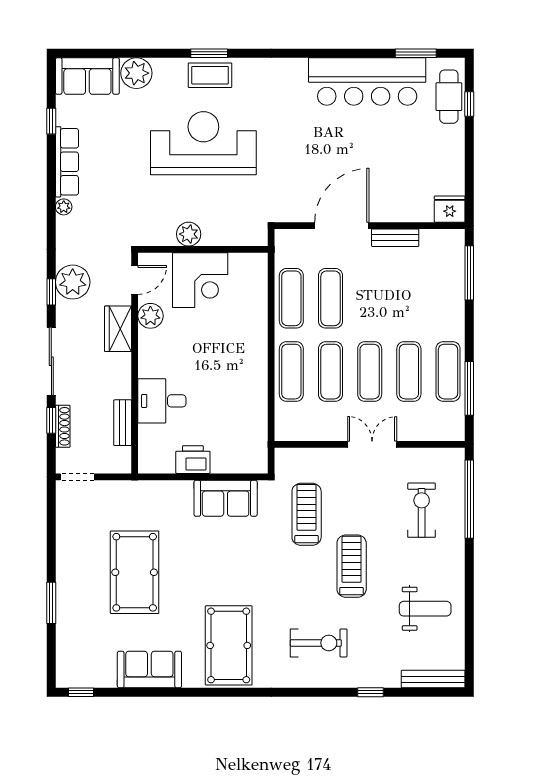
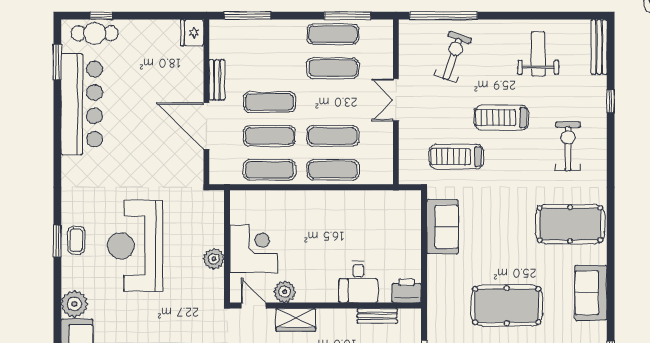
coffee table: (210, 75) -> (76, 240), width x0.73, depth x0.77
exercise mat: (370, 372) -> (269, 102), moved
printer: (193, 460) -> (407, 291), moved, turned 90
exercise bike: (422, 510) -> (453, 57), turned 109

